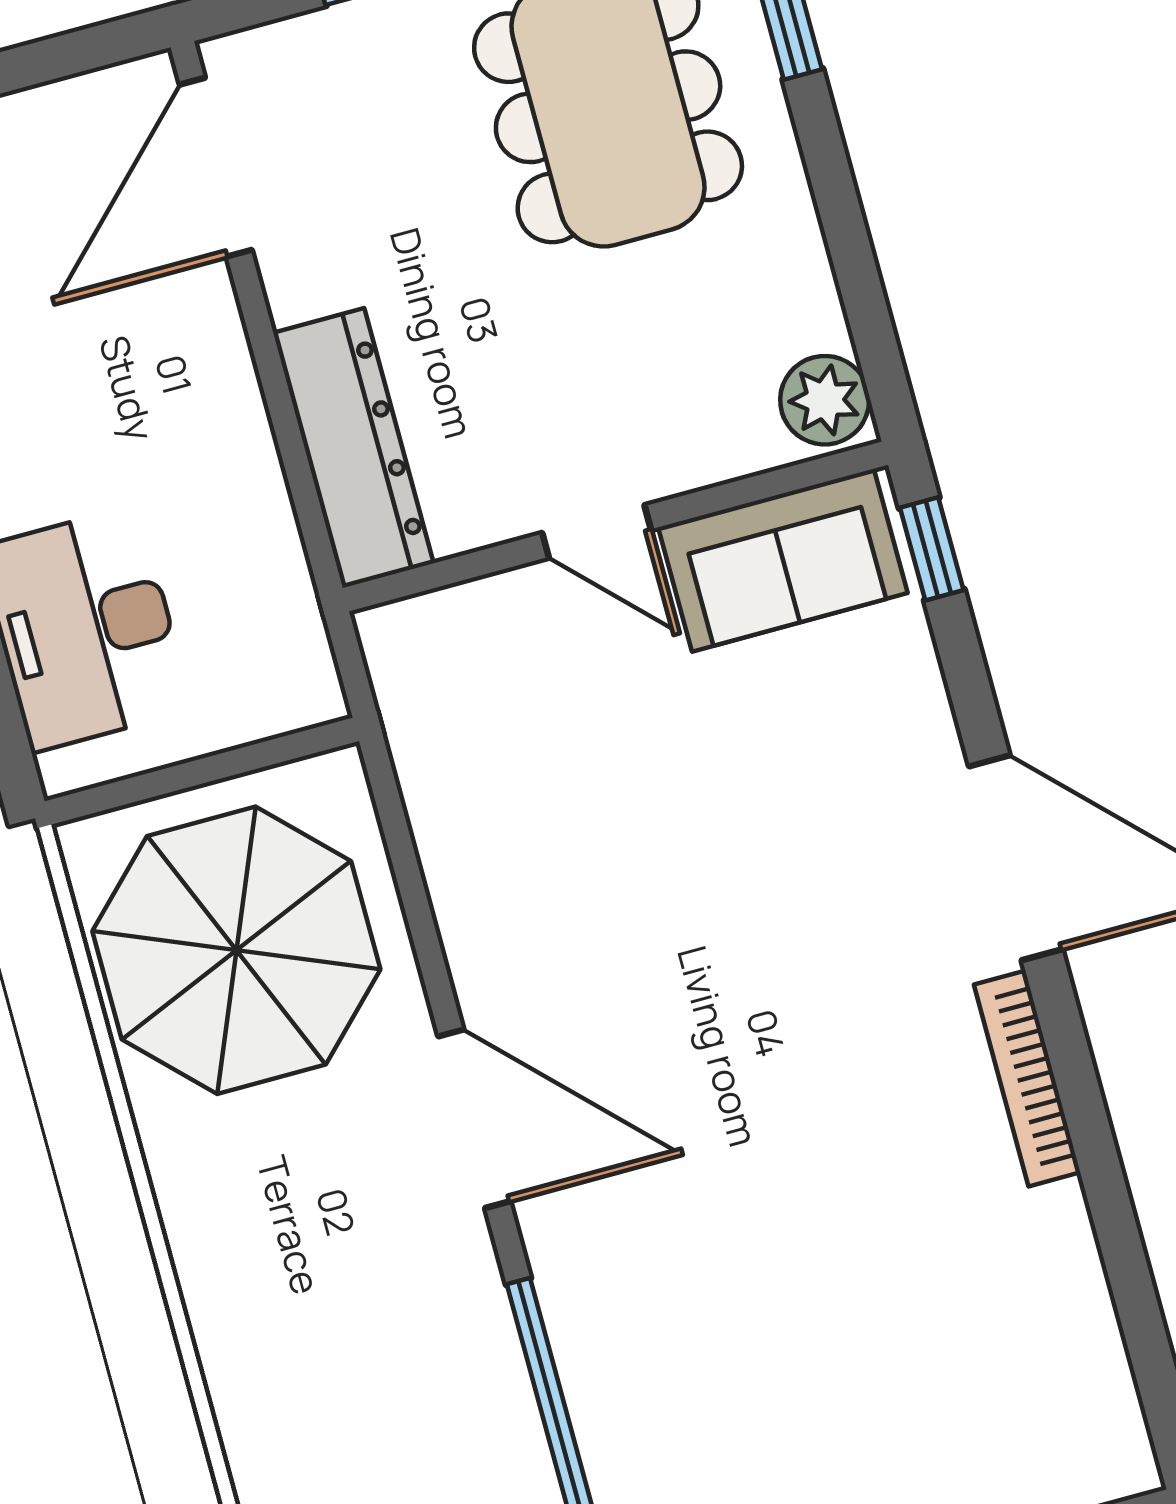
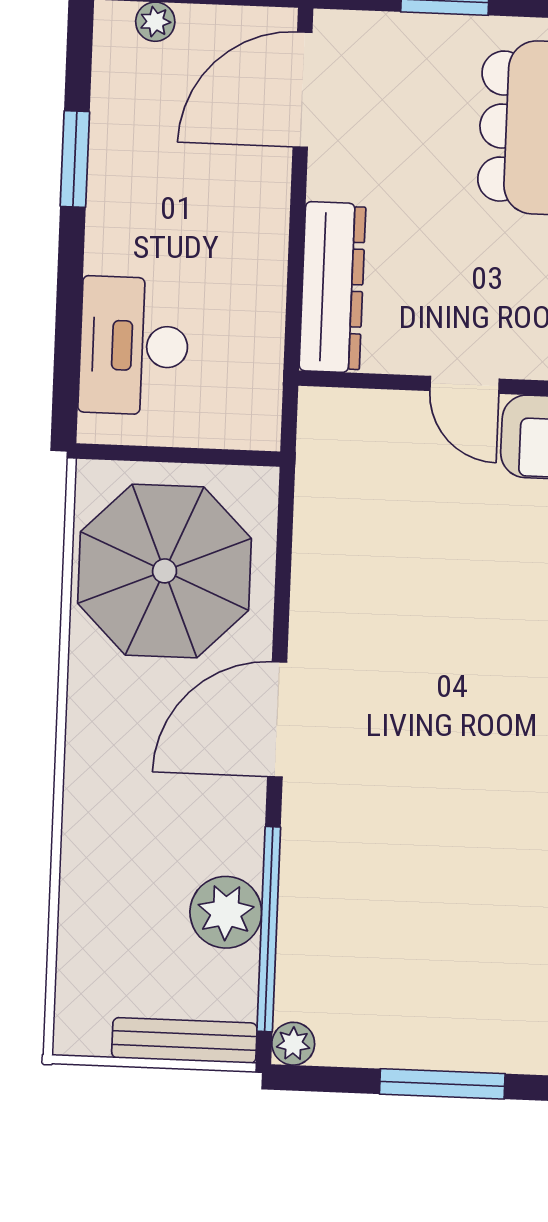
door: (474, 1119) -> (277, 719), swing flipped
plant: (488, 1431) -> (226, 912), added

